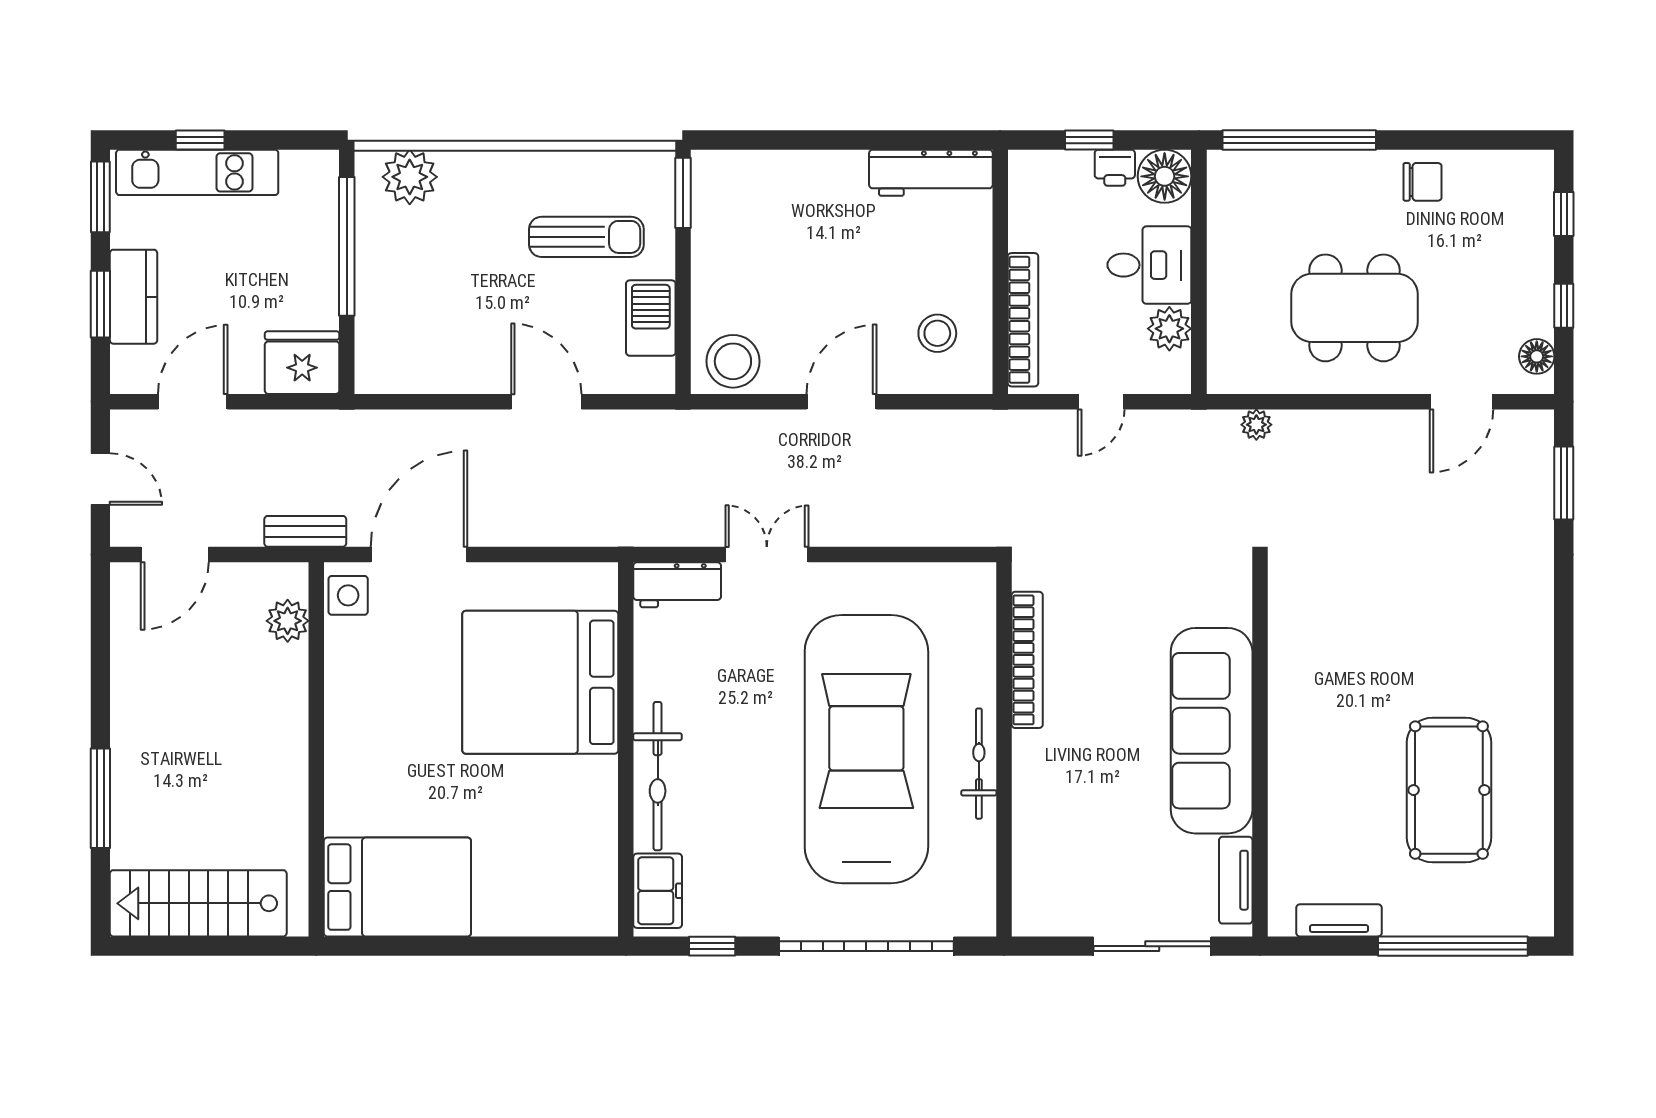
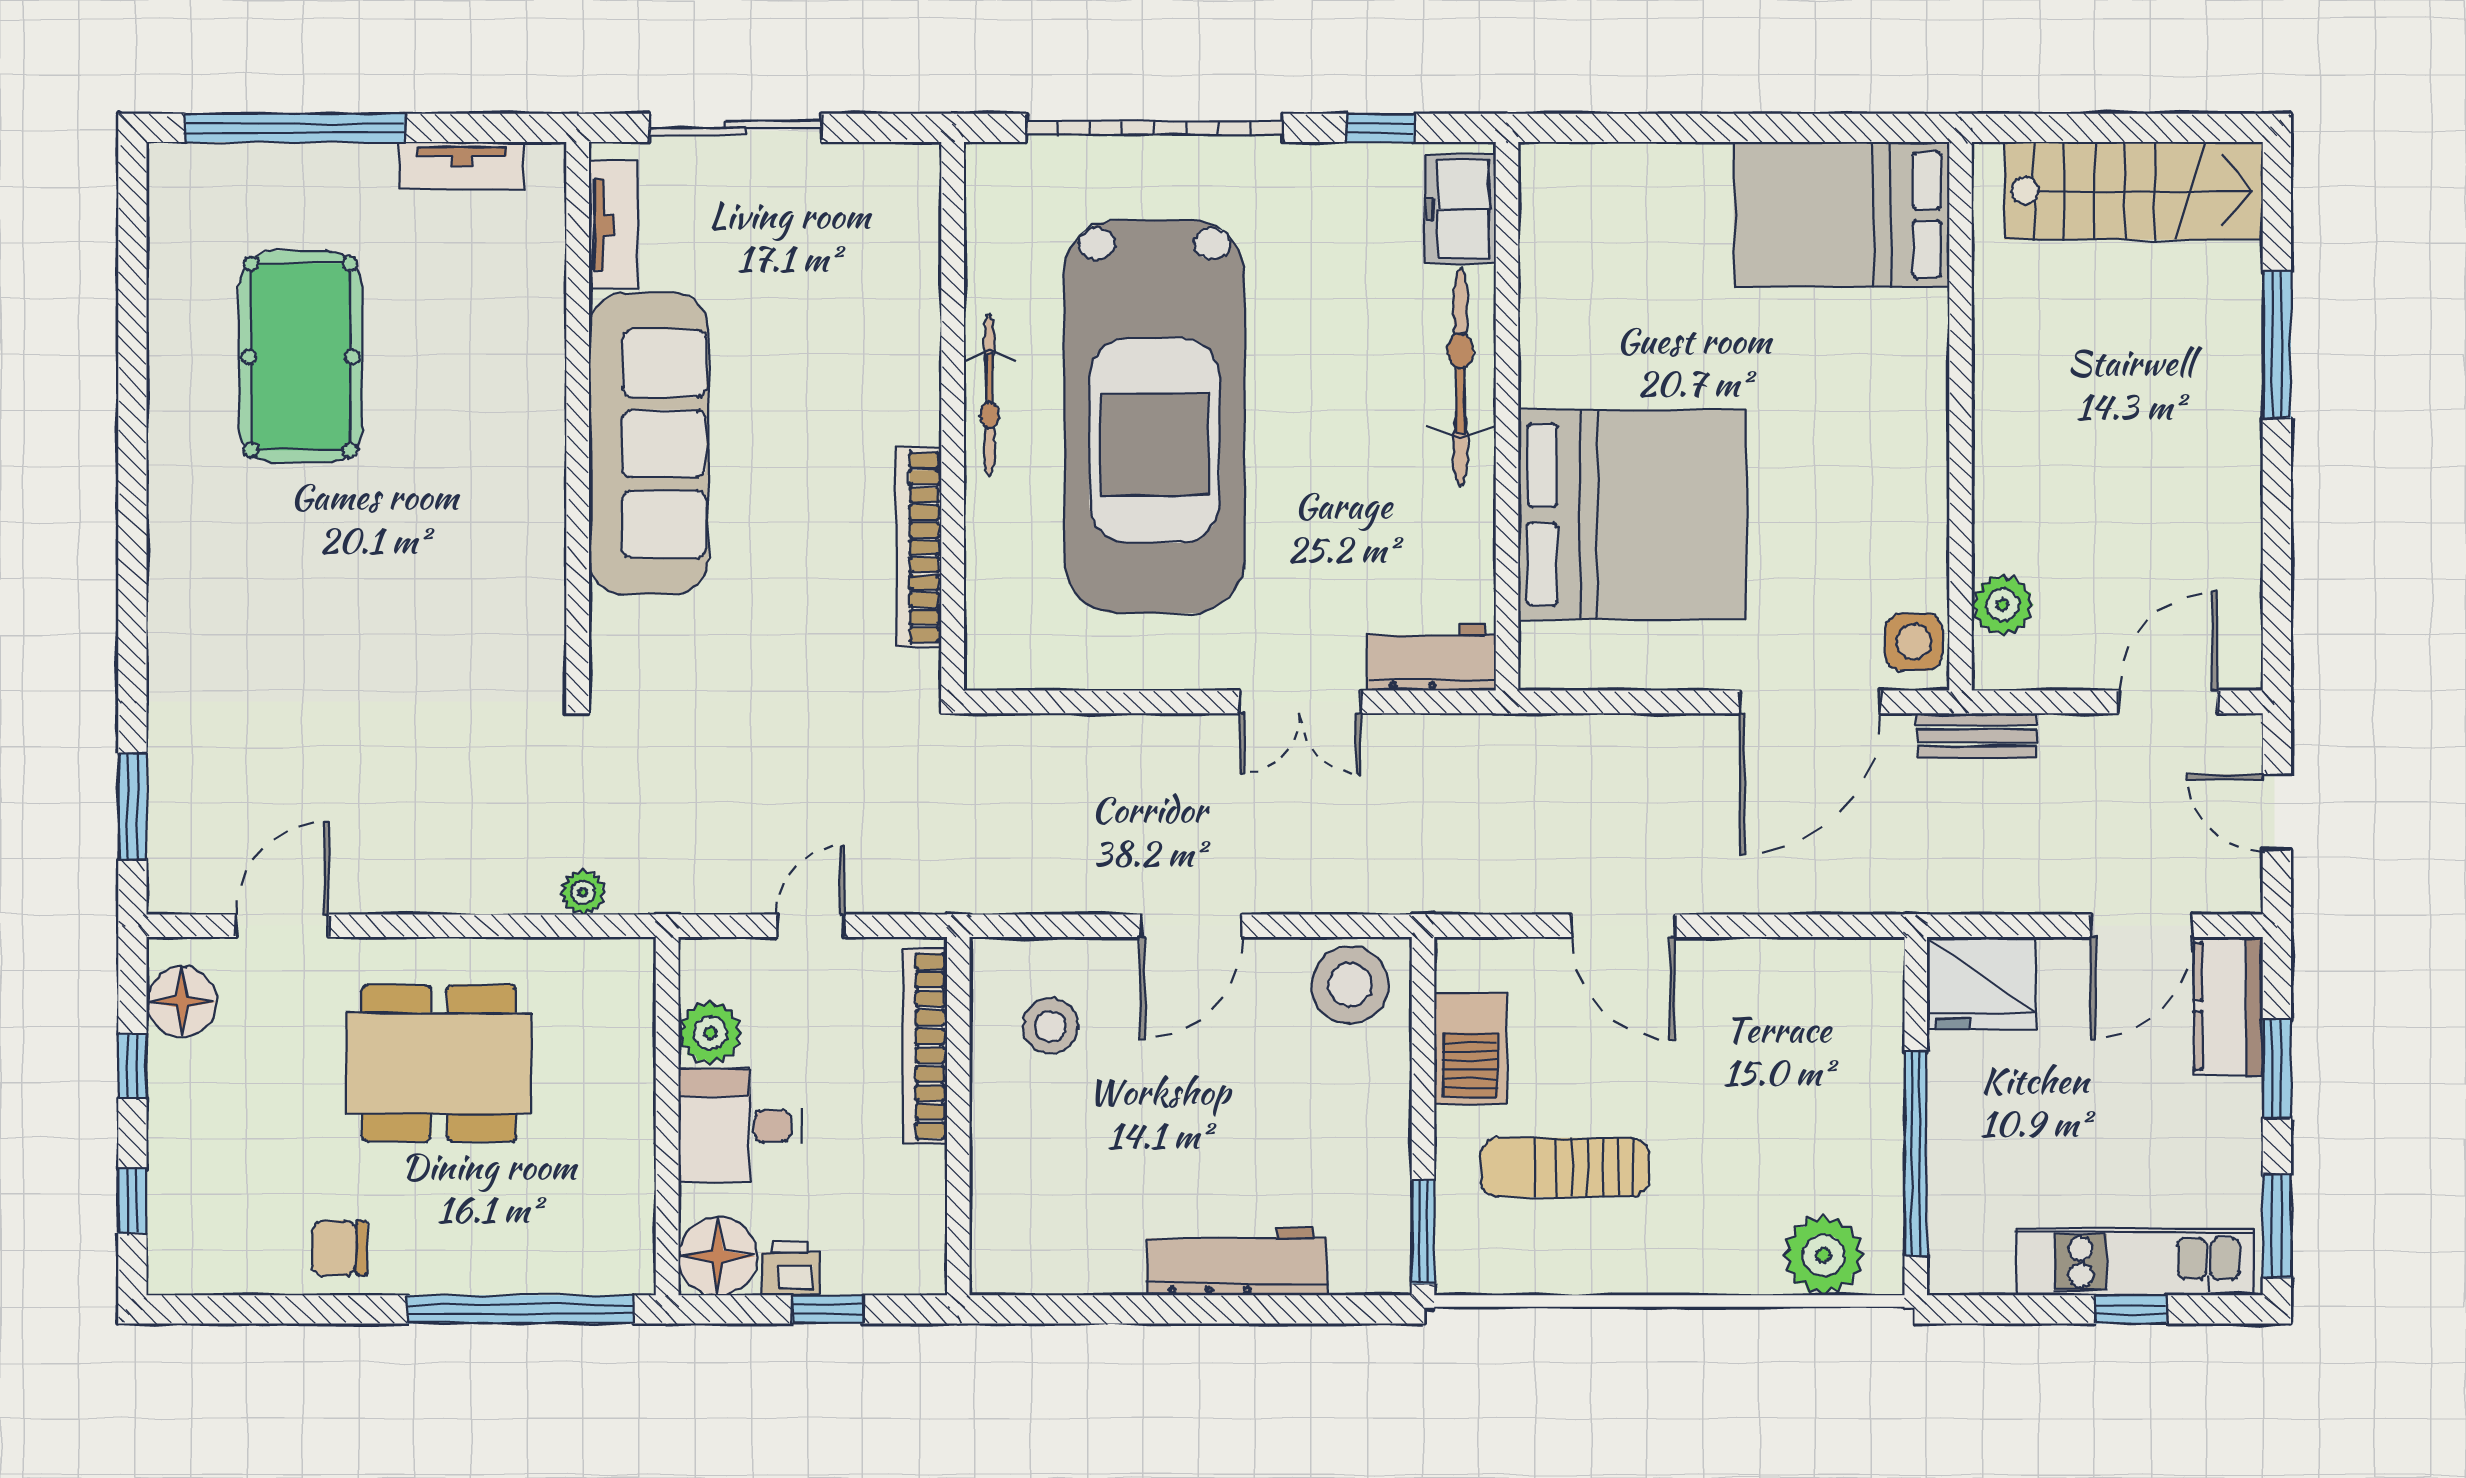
workbench: (931, 173) -> (1237, 1261), moved
kitchen counter: (134, 297) -> (2228, 1006), moved
floor lamp: (1537, 356) -> (182, 1002), width x1.38, depth x1.38

